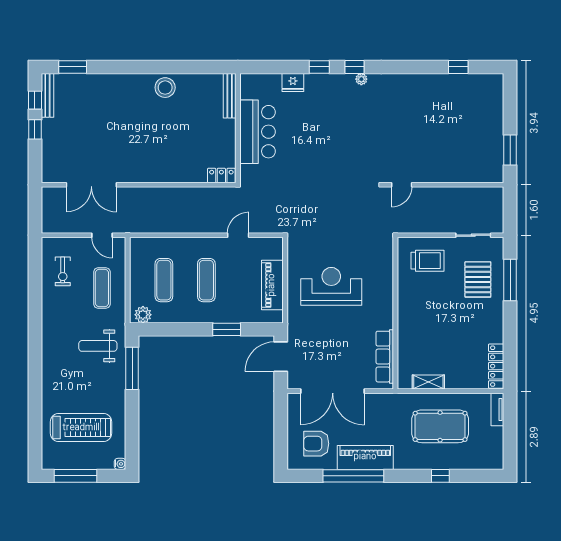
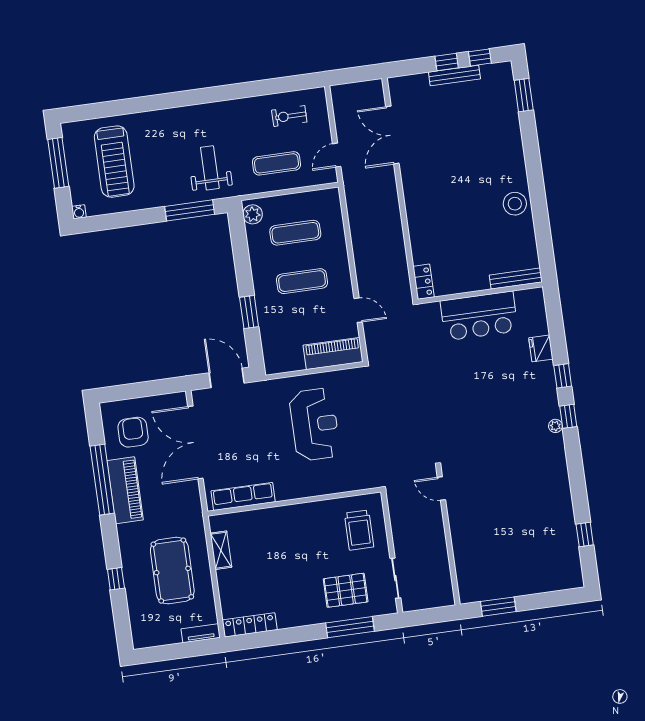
bench: (47, 95) -> (454, 75), moved
piano: (272, 285) -> (333, 353), moved

